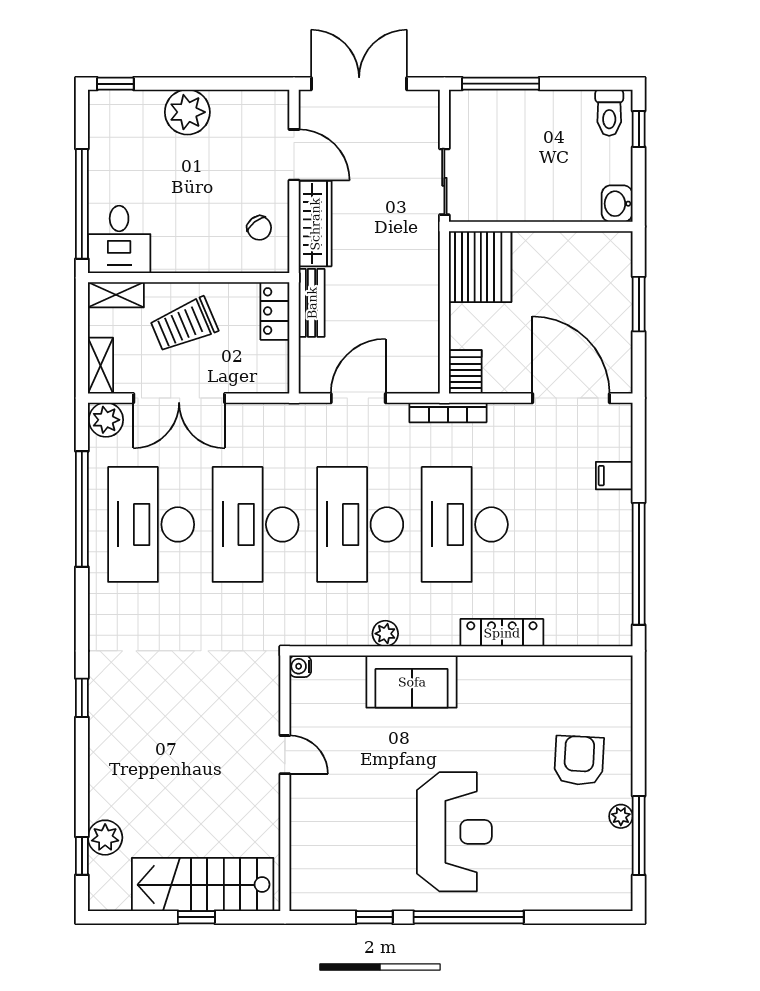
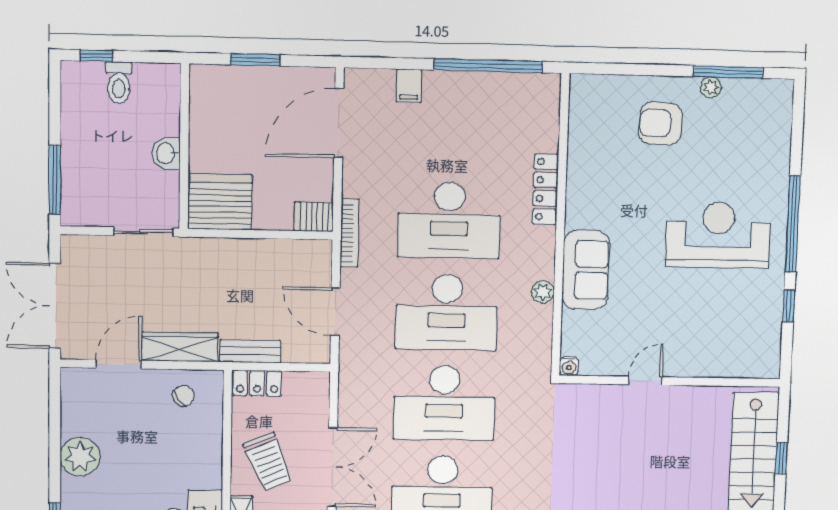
toilet: (609, 113) -> (119, 83), moved, turned 90
washbasin: (617, 204) -> (166, 154), moved, turned 90

